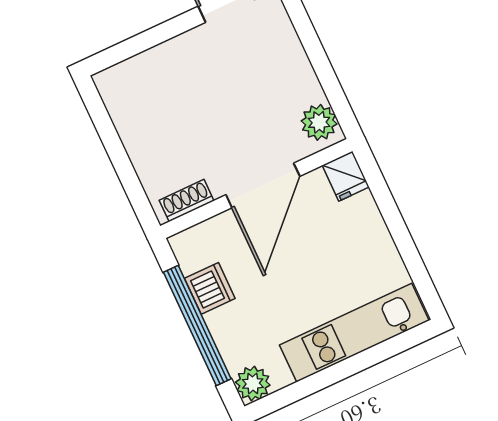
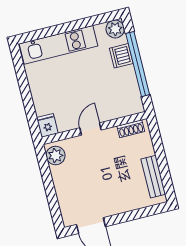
bench: (126, 118) -> (153, 177), added
door: (263, 185) -> (90, 129), width x0.53
dishwasher: (210, 288) -> (121, 56), moved

